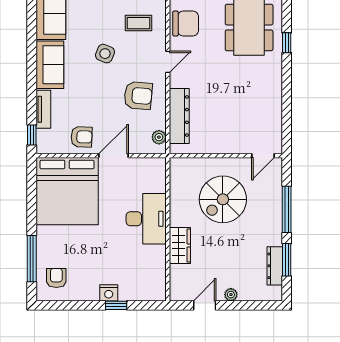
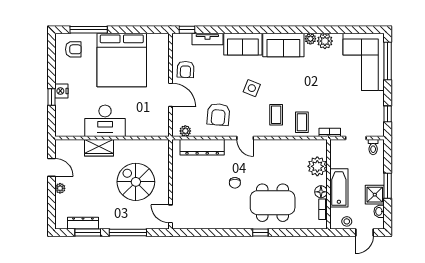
chair: (186, 24) -> (235, 183), moved, width x0.54, depth x0.54
bed: (67, 191) -> (122, 60), moved, turned -90
desk: (146, 219) -> (105, 121), moved

